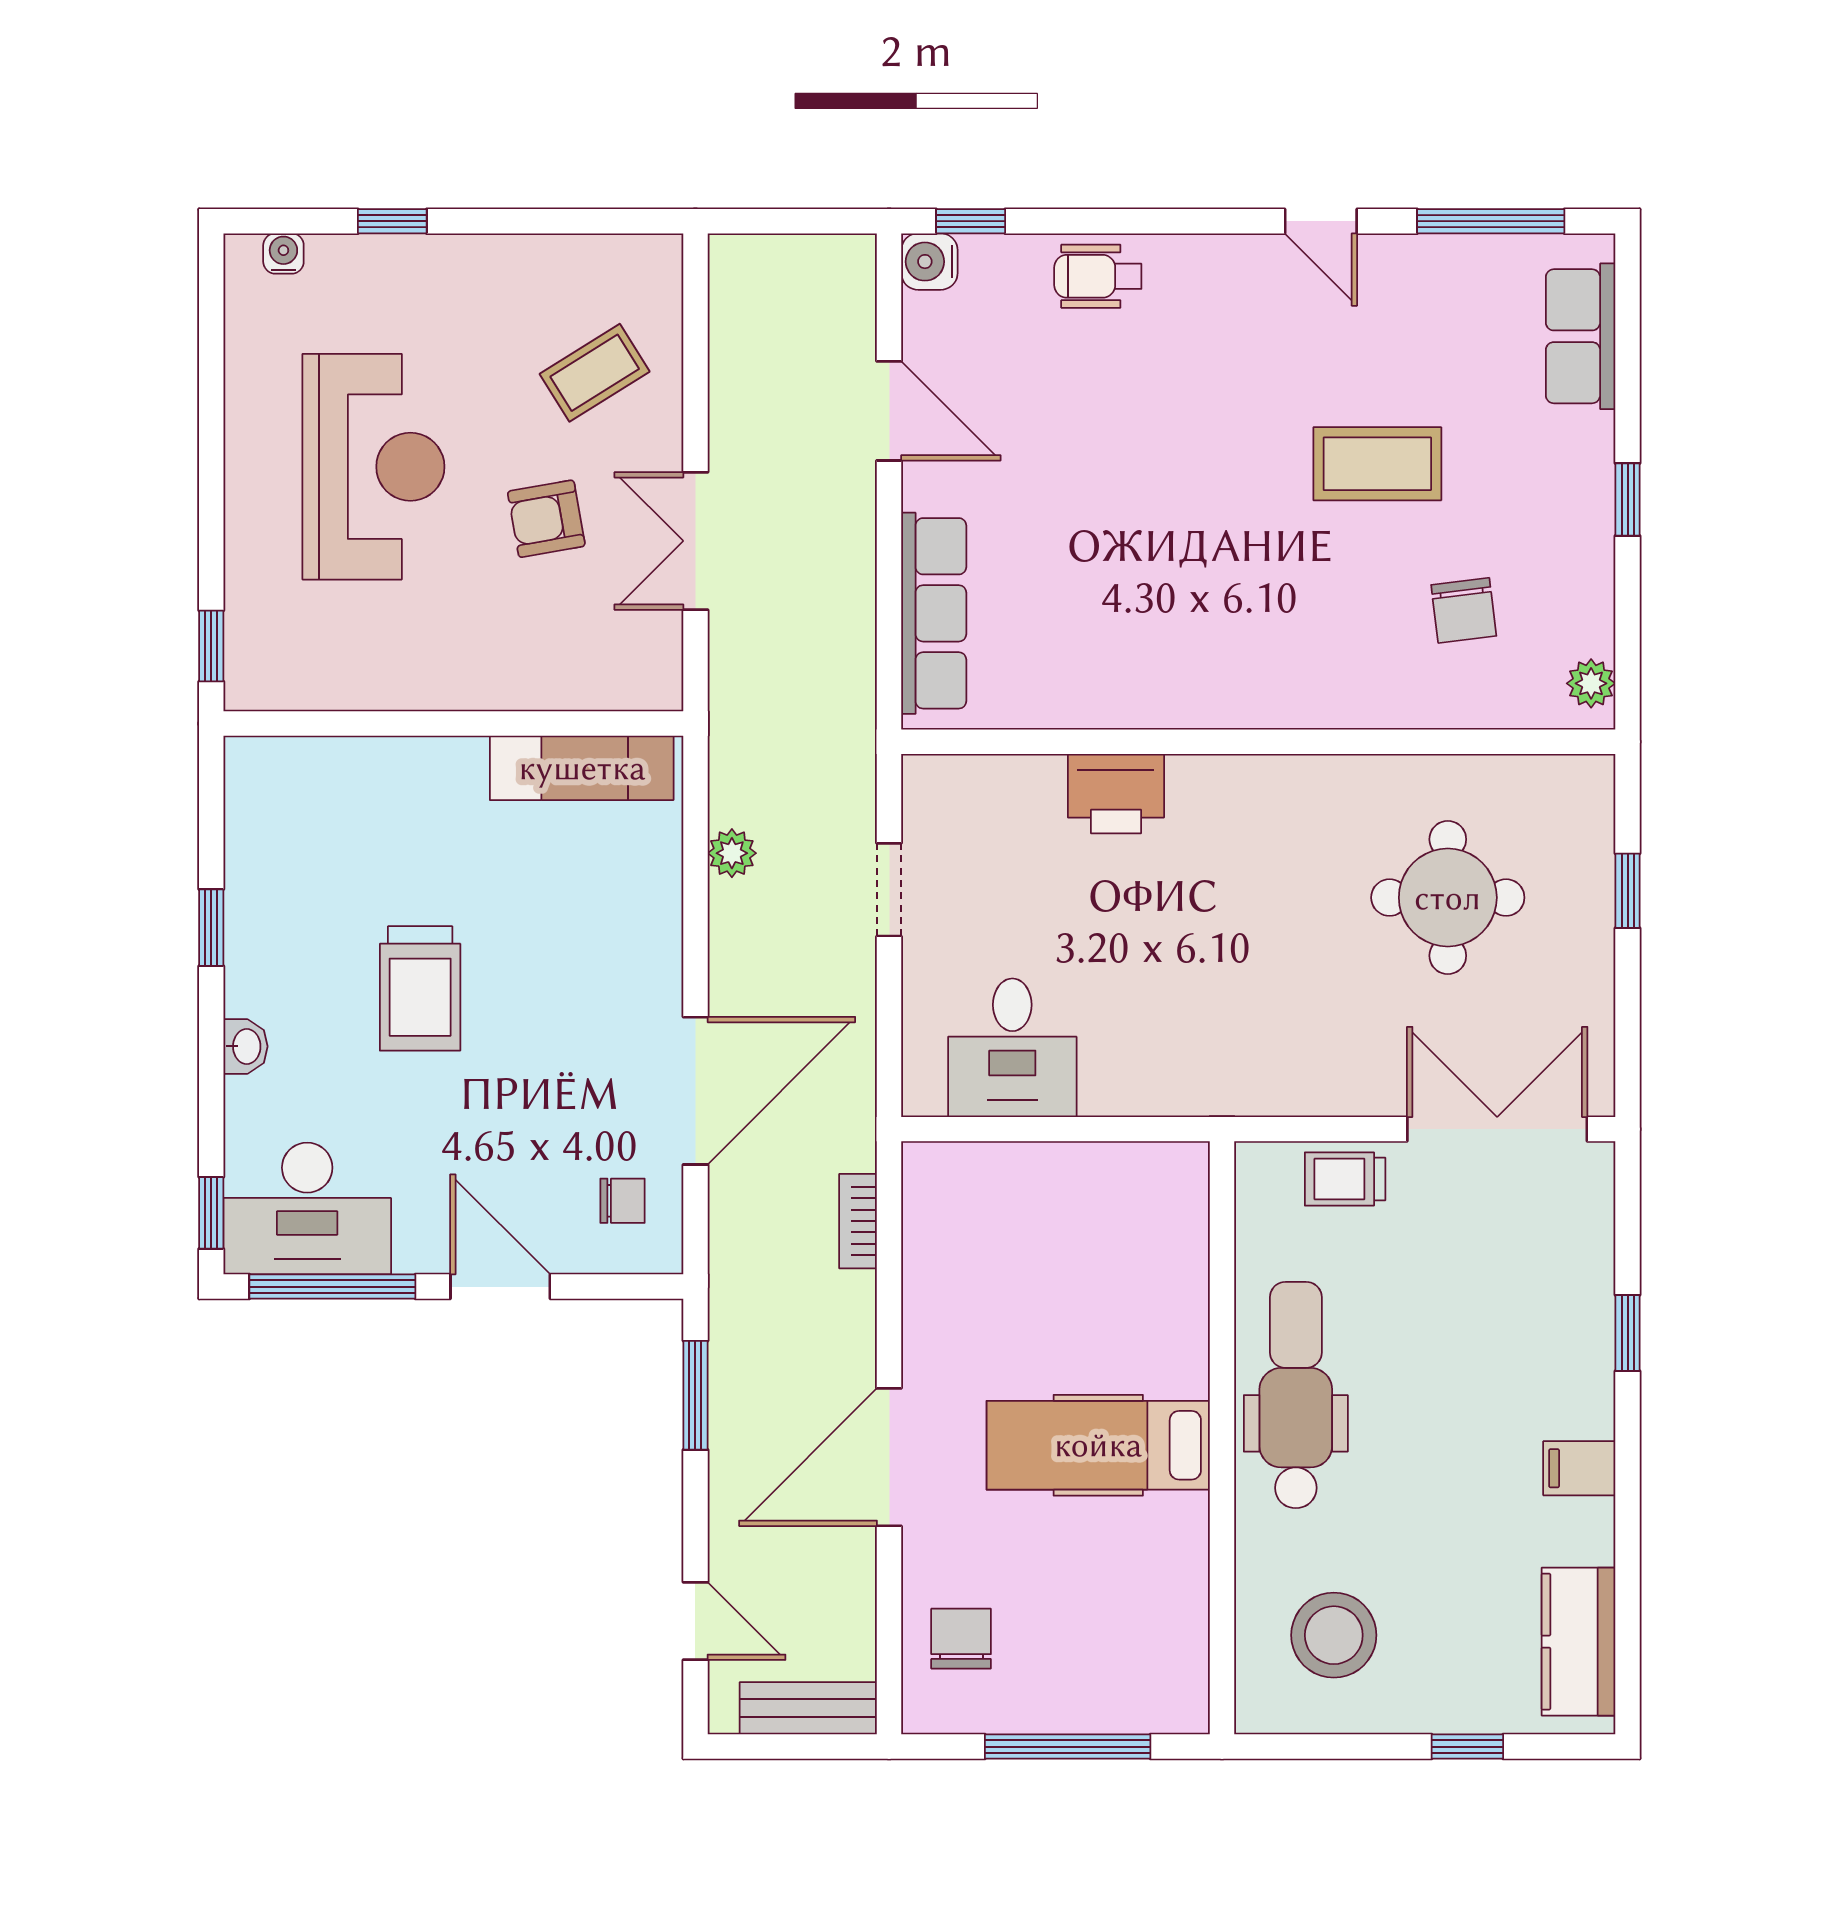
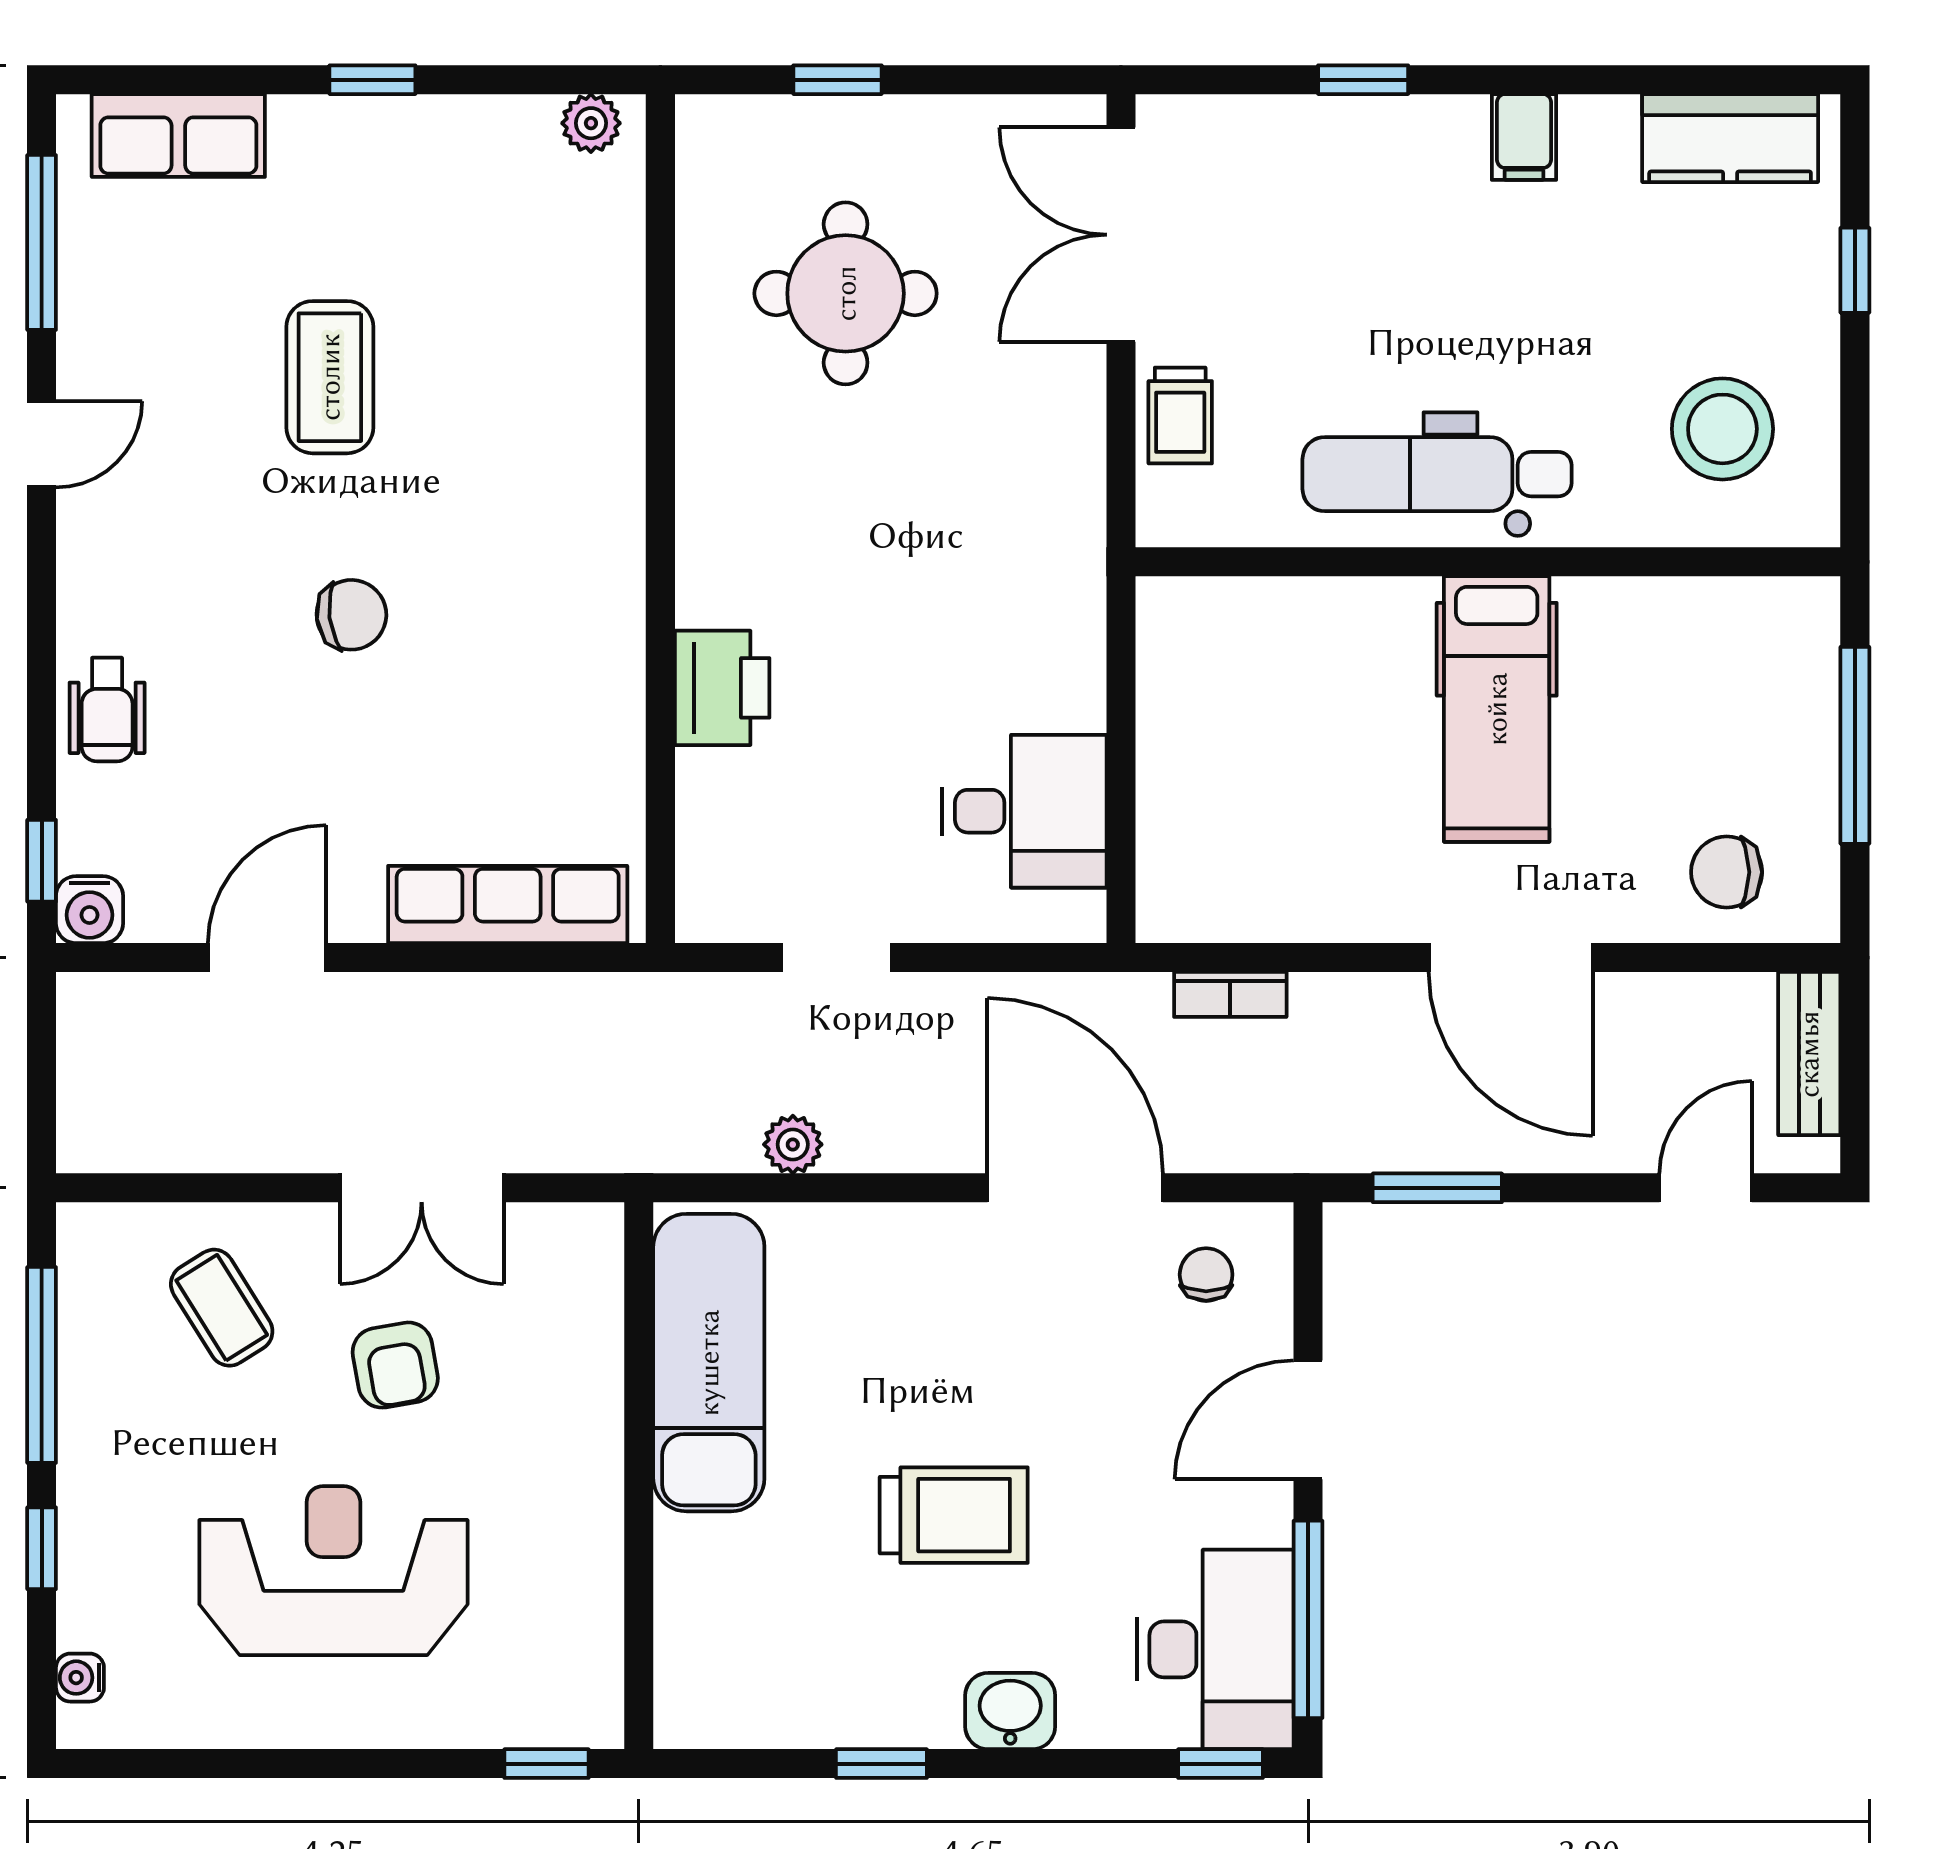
window: (546, 221) -> (42, 1365), added
chair: (1464, 610) -> (351, 615), moved
exam couch: (582, 768) -> (709, 1363), width x1.36, depth x1.45
washbasin: (245, 1046) -> (1010, 1711), width x1.38, depth x1.45

